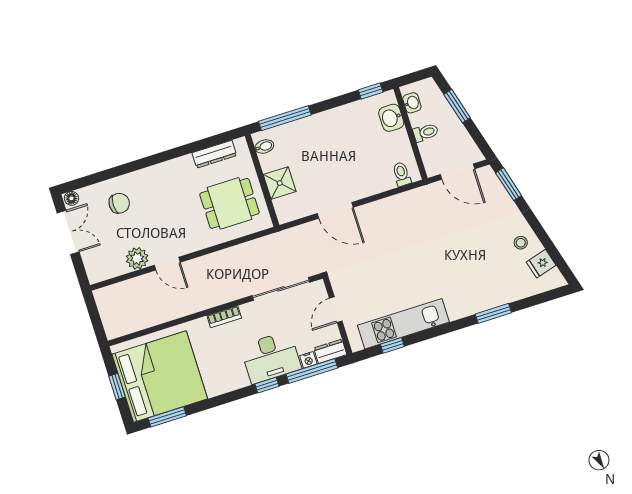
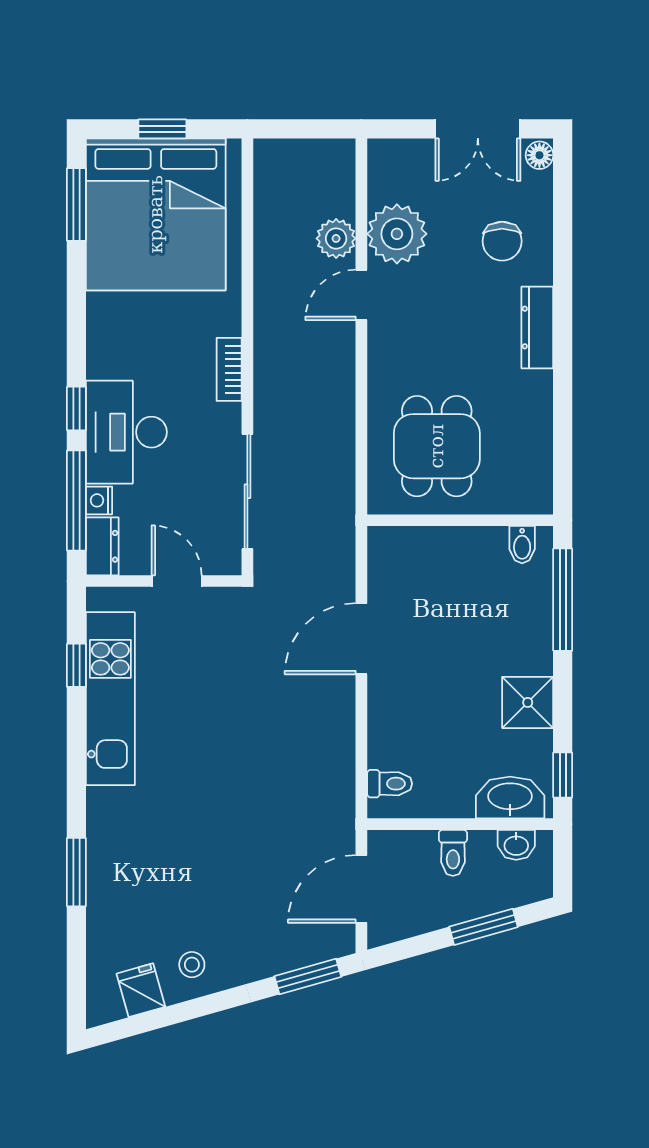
washbasin: (391, 118) -> (510, 798), width x1.38
dresser: (214, 154) -> (537, 327), moved
shower: (280, 183) -> (528, 702), moved
plant: (137, 258) -> (397, 234), width x1.36, depth x1.36
plant: (144, 285) -> (336, 238), added

